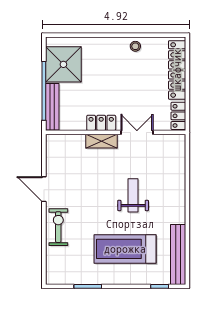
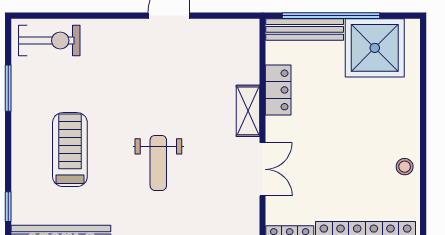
locker: (101, 123) -> (278, 90), moved
weight bench: (133, 195) -> (158, 163), turned 90
exercise bike: (58, 227) -> (49, 41), moved
treadmill: (125, 249) -> (70, 150), width x0.73, depth x0.73

